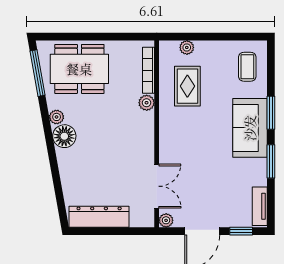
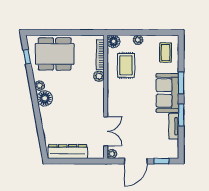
plant: (187, 47) -> (138, 40), moved
floor lamp: (169, 50) -> (114, 41), added
window: (38, 73) -> (27, 57), width x0.46
tv unit: (260, 206) -> (174, 126), moved

